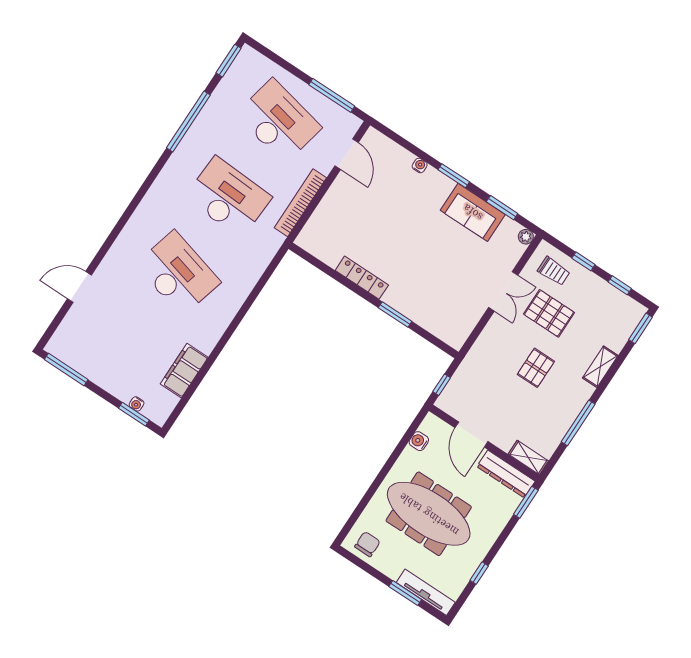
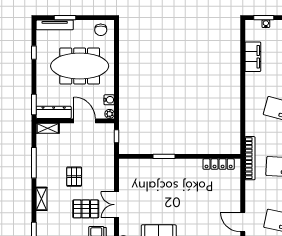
bookcase: (300, 203) -> (250, 158), moved
locker: (362, 278) -> (219, 164), moved
plant: (431, 421) -> (110, 114), added

